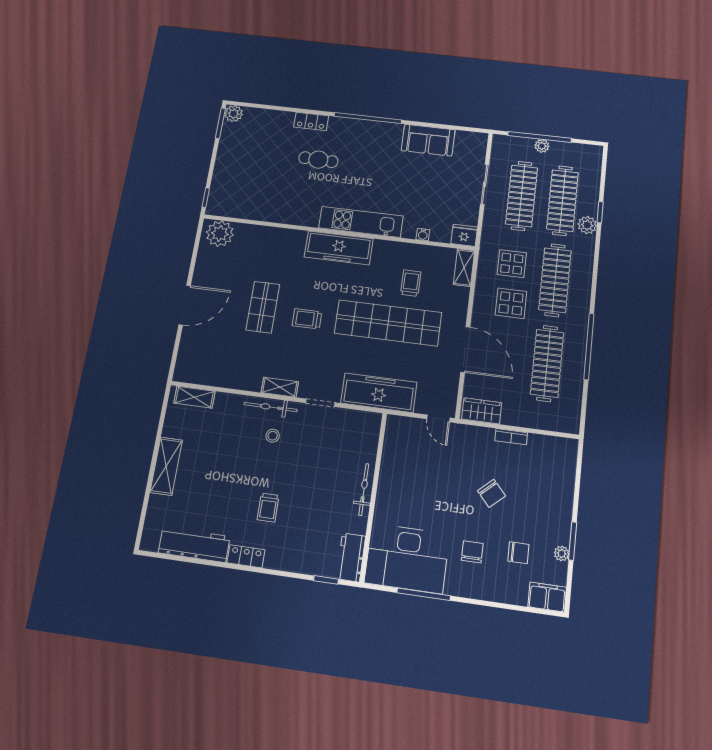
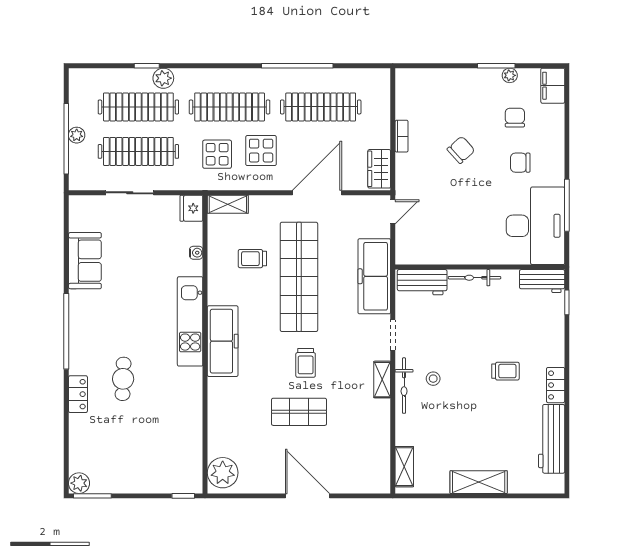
workbench: (367, 438) -> (422, 282), added

